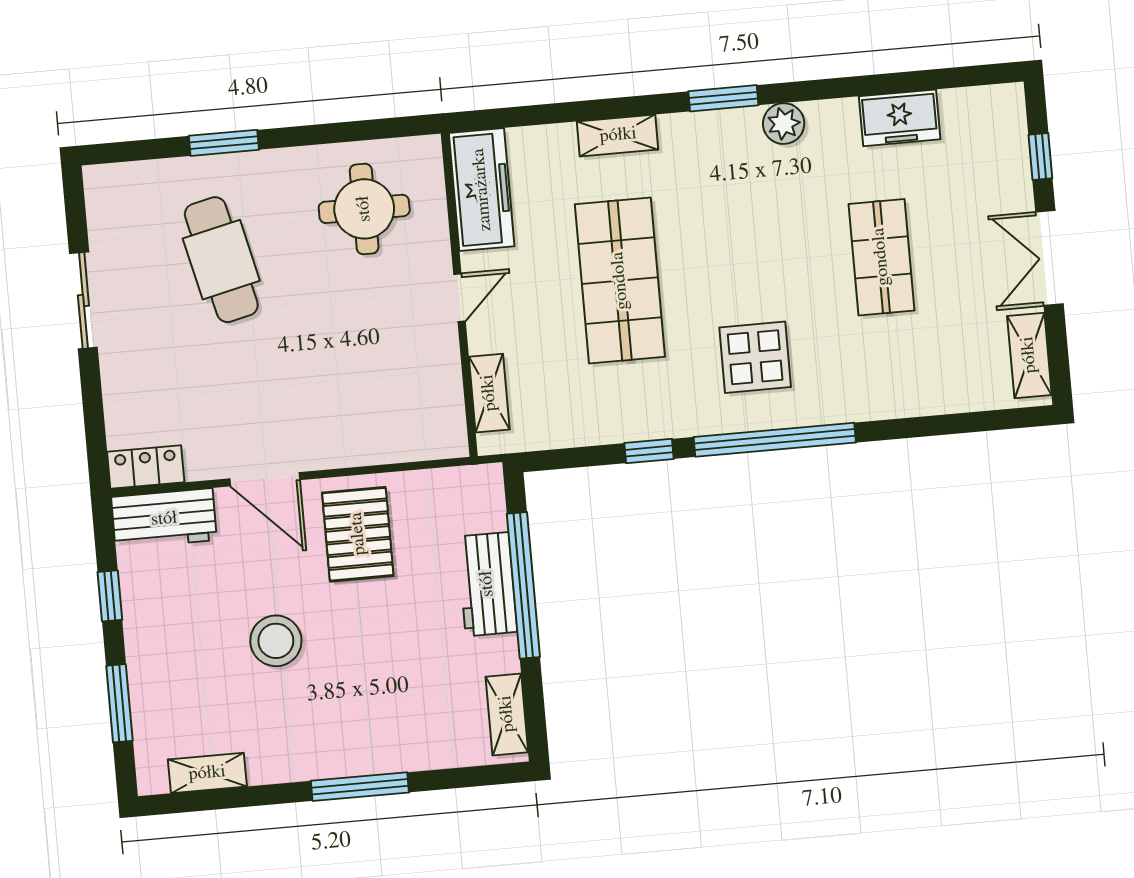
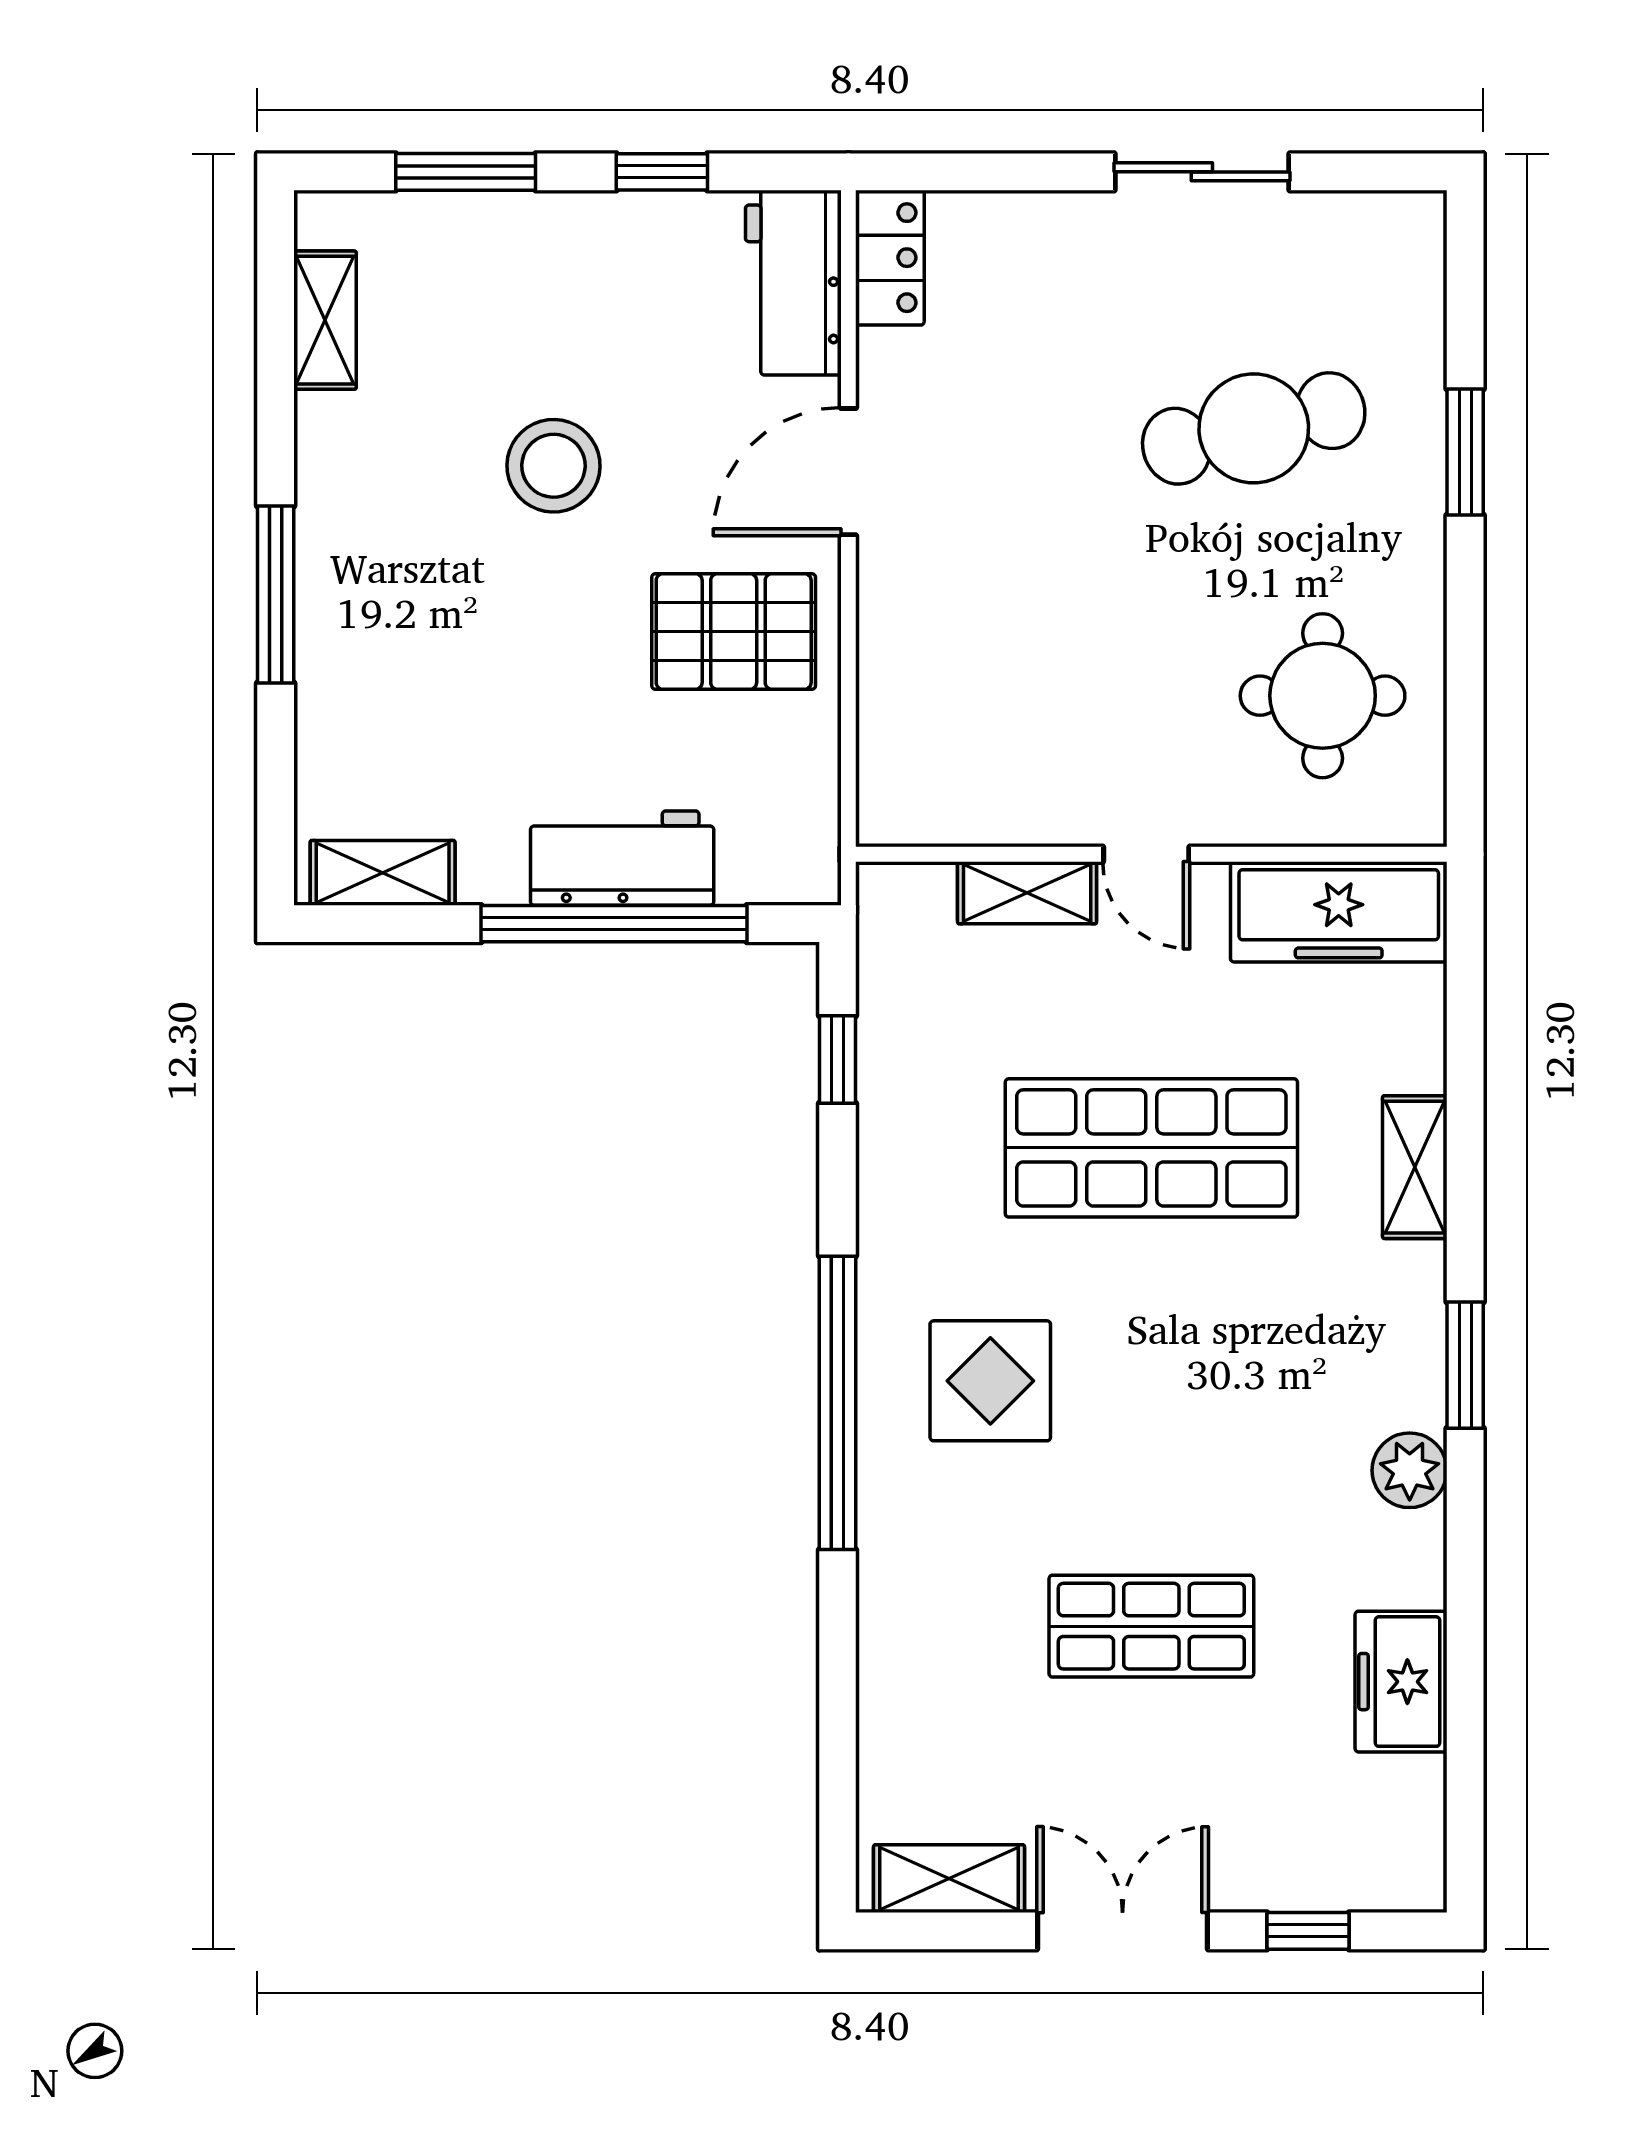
shelving: (489, 393) -> (1027, 893), moved
window: (649, 451) -> (838, 1059), moved

